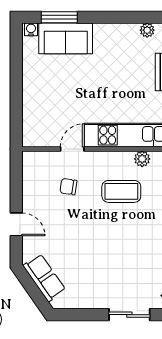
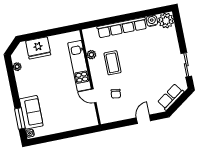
sliding door: (129, 315) -> (186, 65), moved

